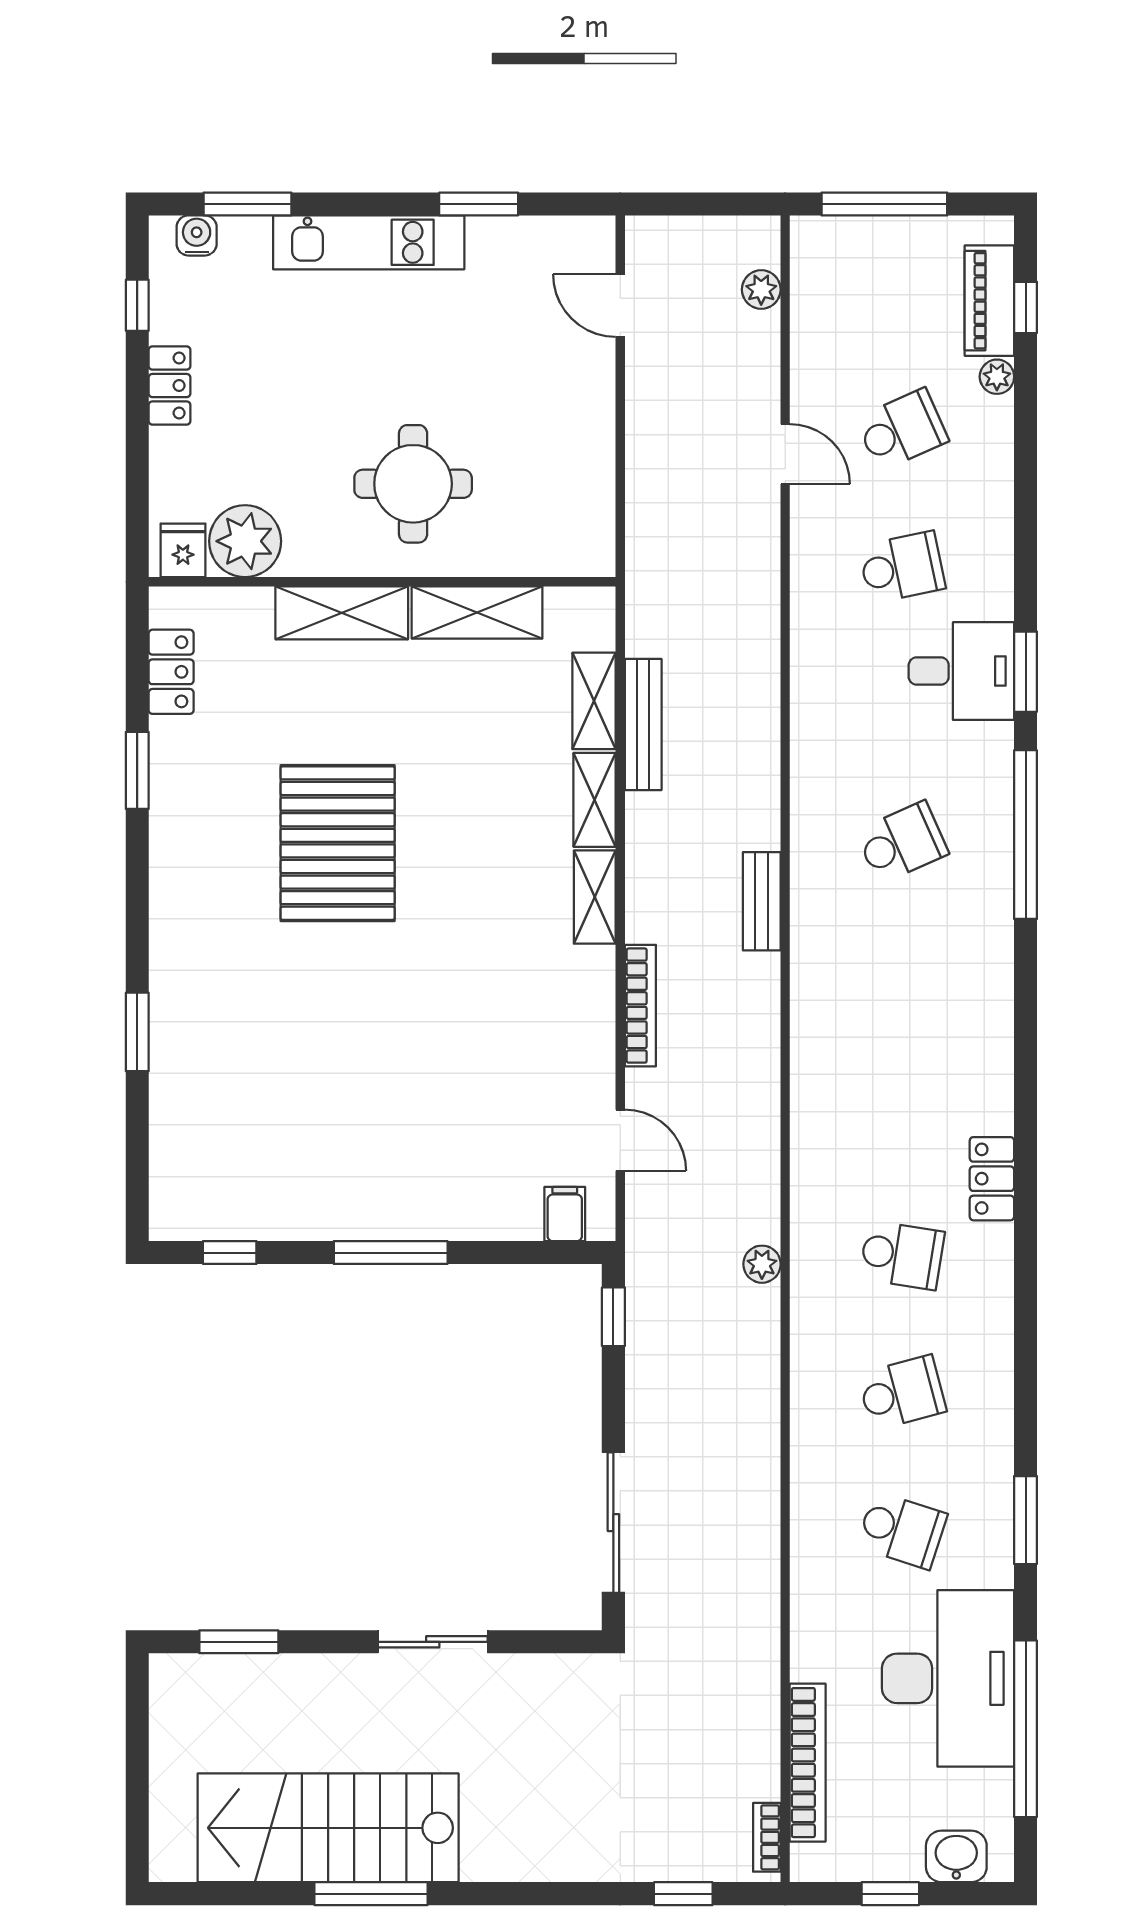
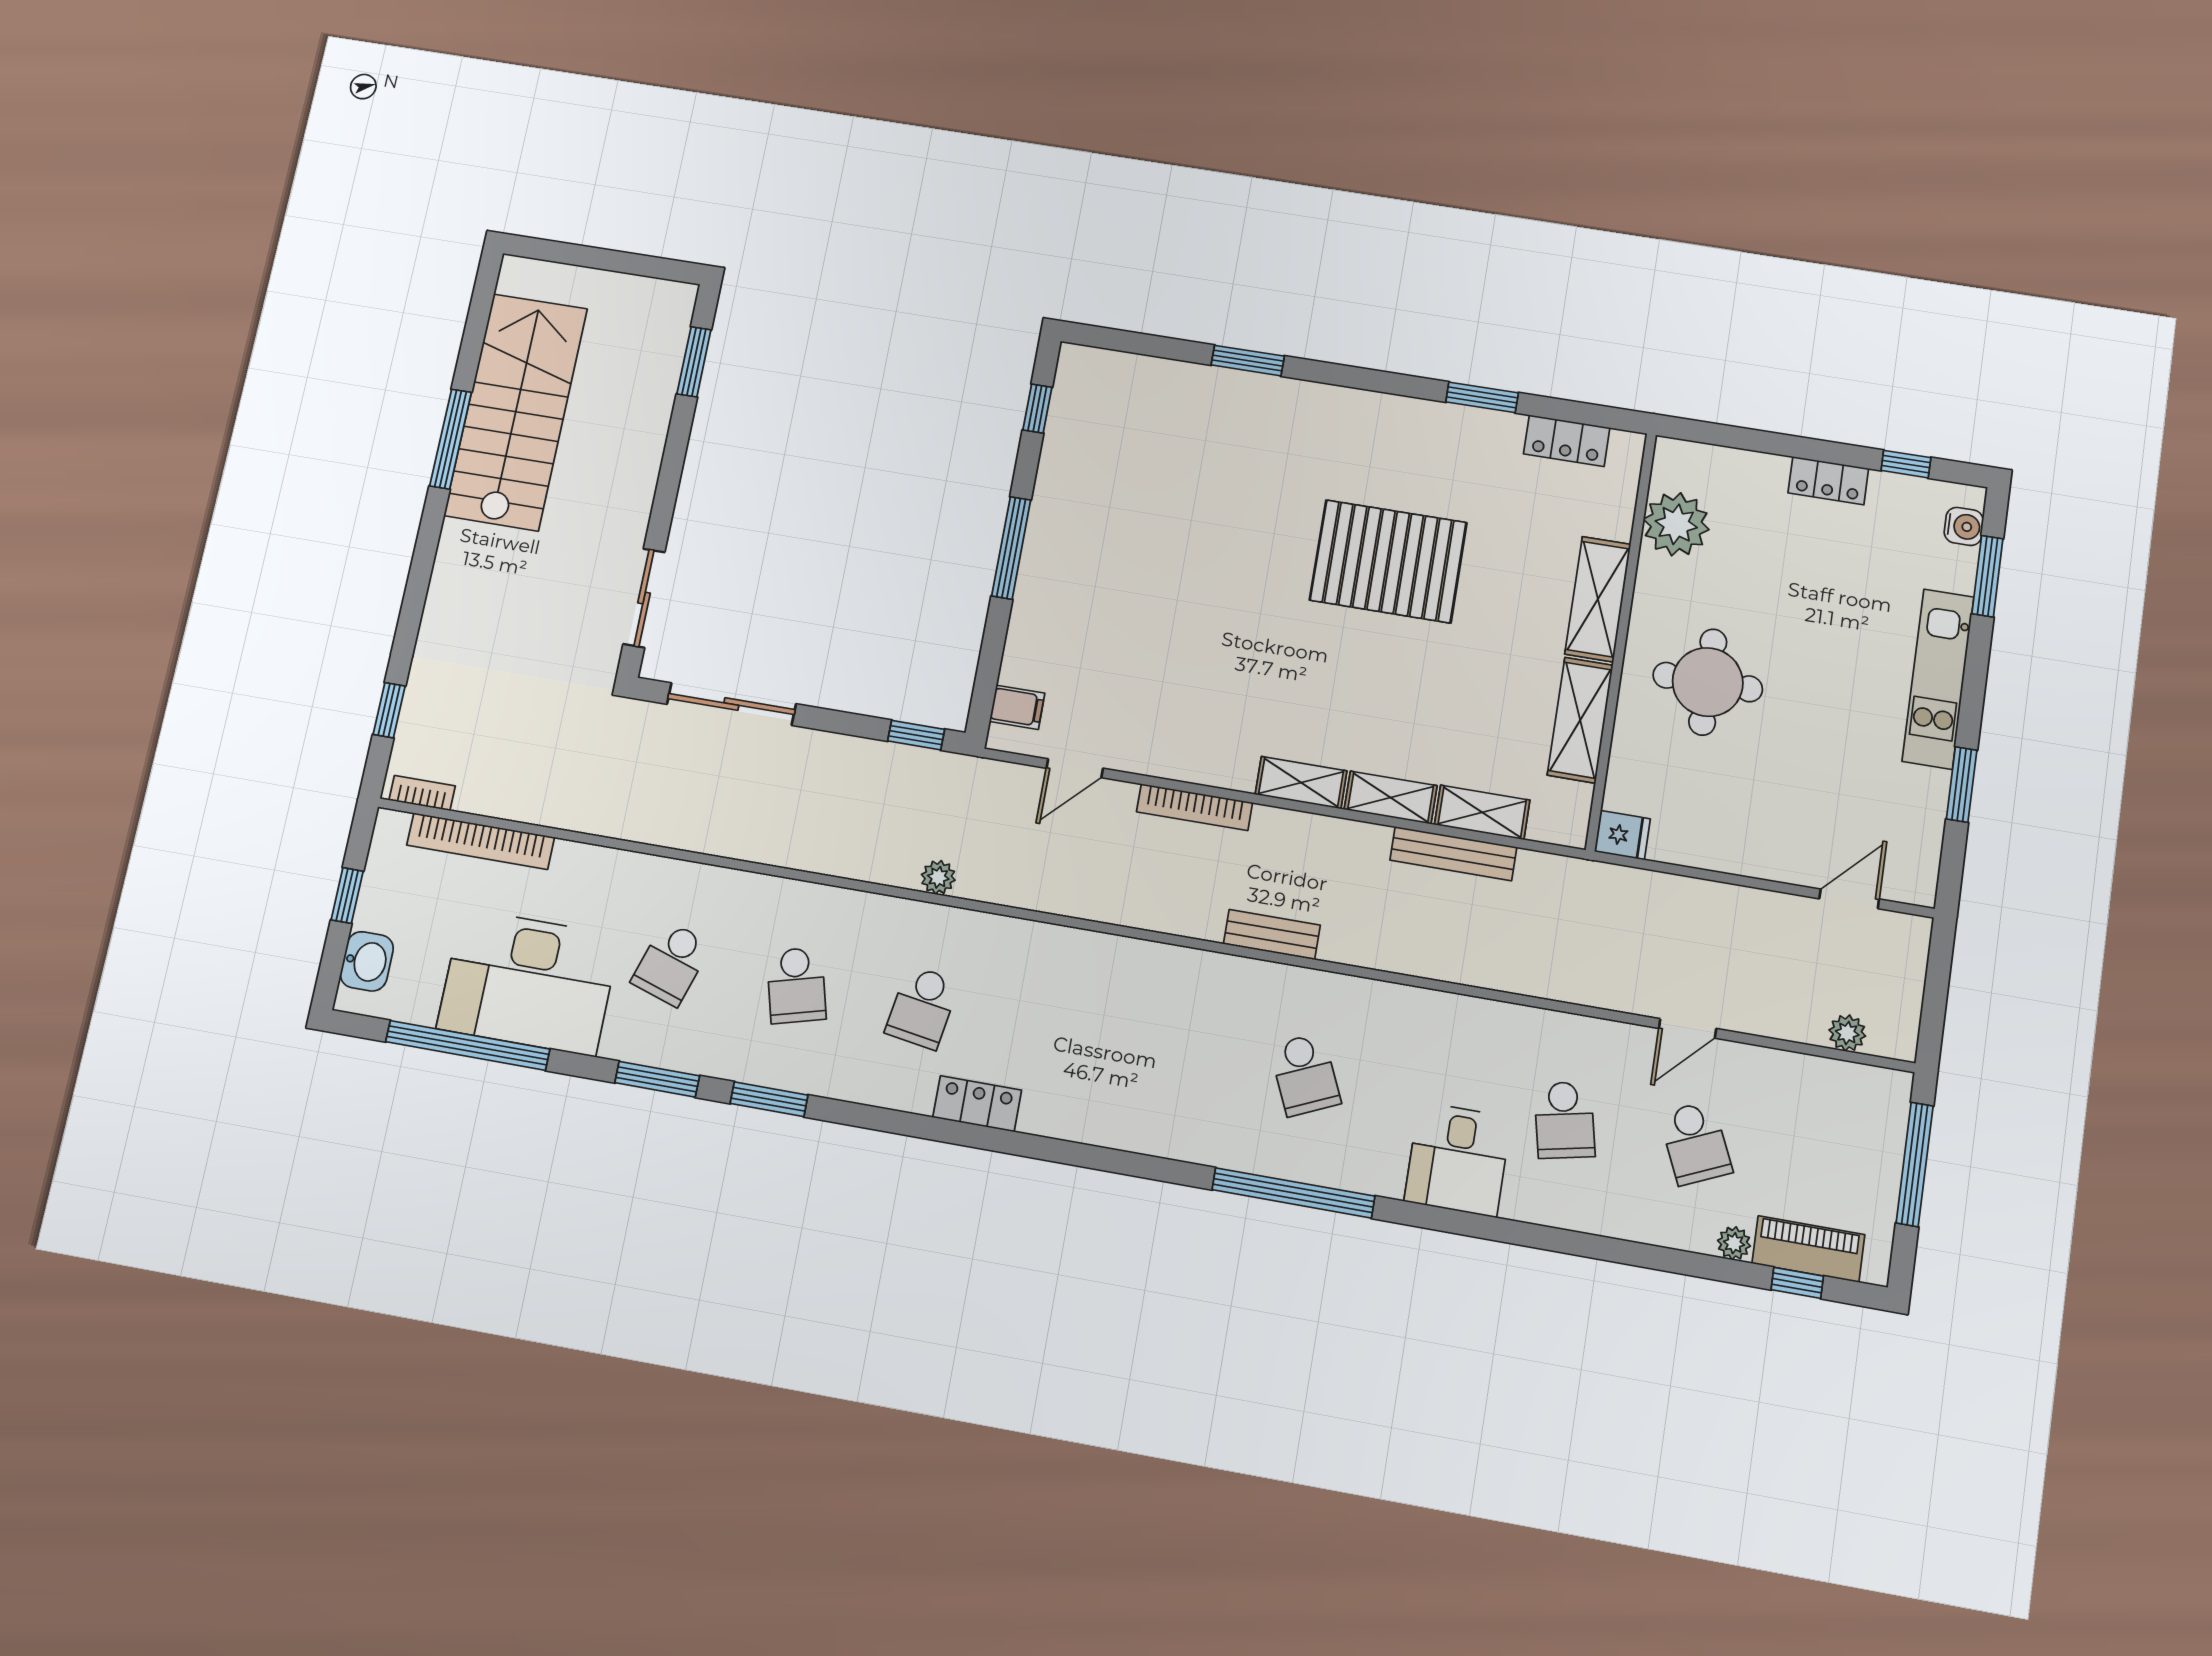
fridge: (183, 550) -> (1622, 835), moved
window: (1026, 672) -> (769, 1099), moved
sliding door: (433, 1642) -> (644, 598), moved

